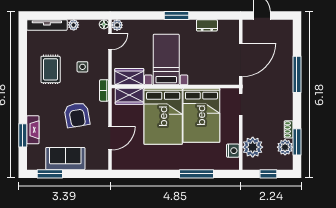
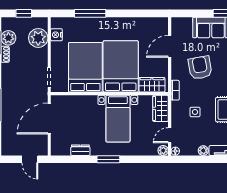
wardrobe: (129, 77) -> (160, 108), moved, turned 90

